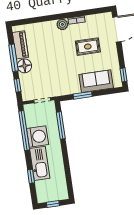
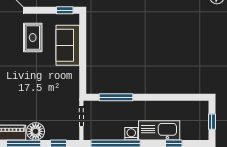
rug: (88, 47) -> (33, 37), moved
window: (83, 95) -> (83, 65), removed
washing machine: (38, 137) -> (131, 134), width x0.53, depth x0.53

